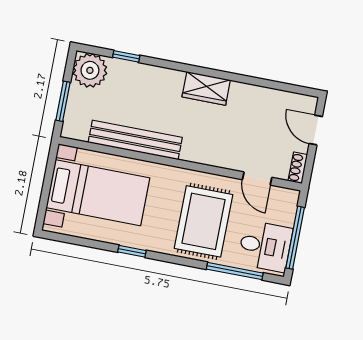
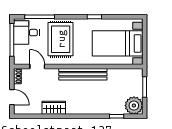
wardrobe: (206, 88) -> (54, 108), moved
bench: (135, 140) -> (83, 74), moved

